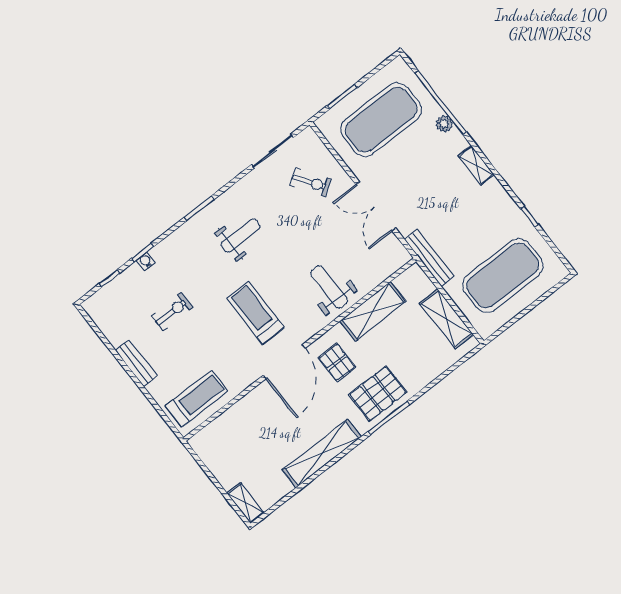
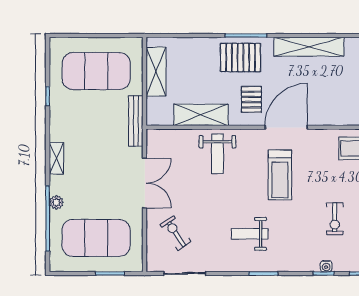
exercise bike: (172, 312) -> (335, 219), turned -90

